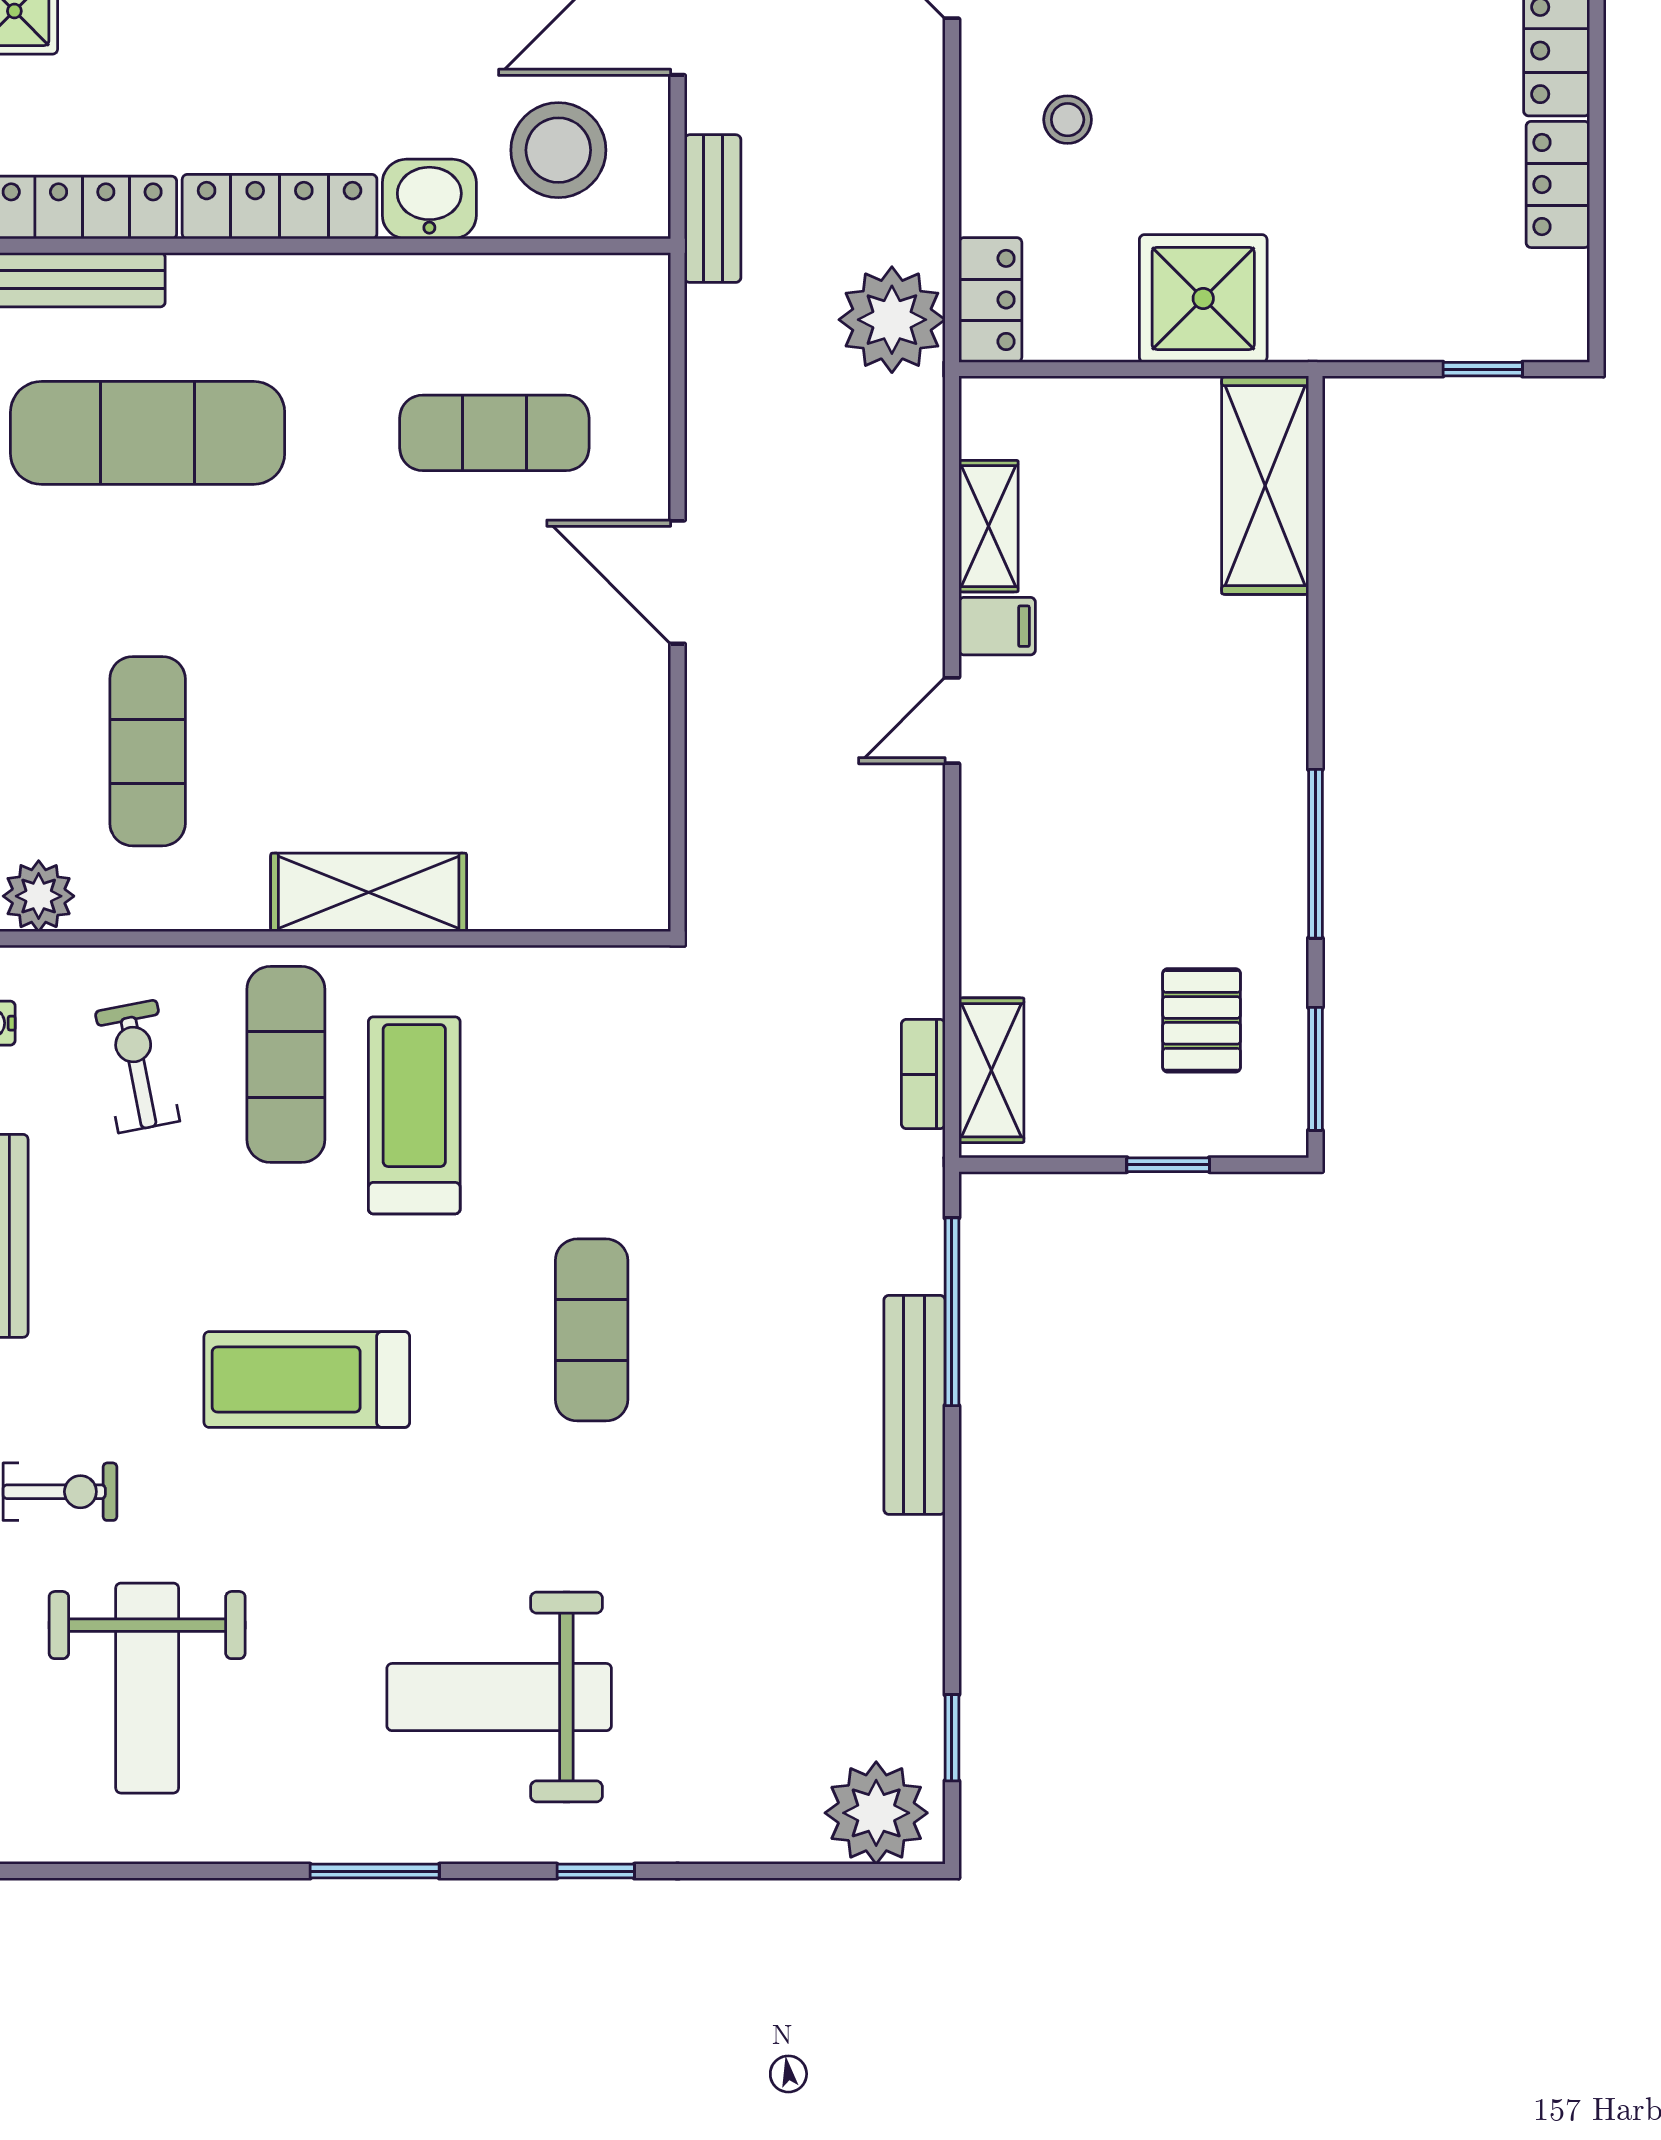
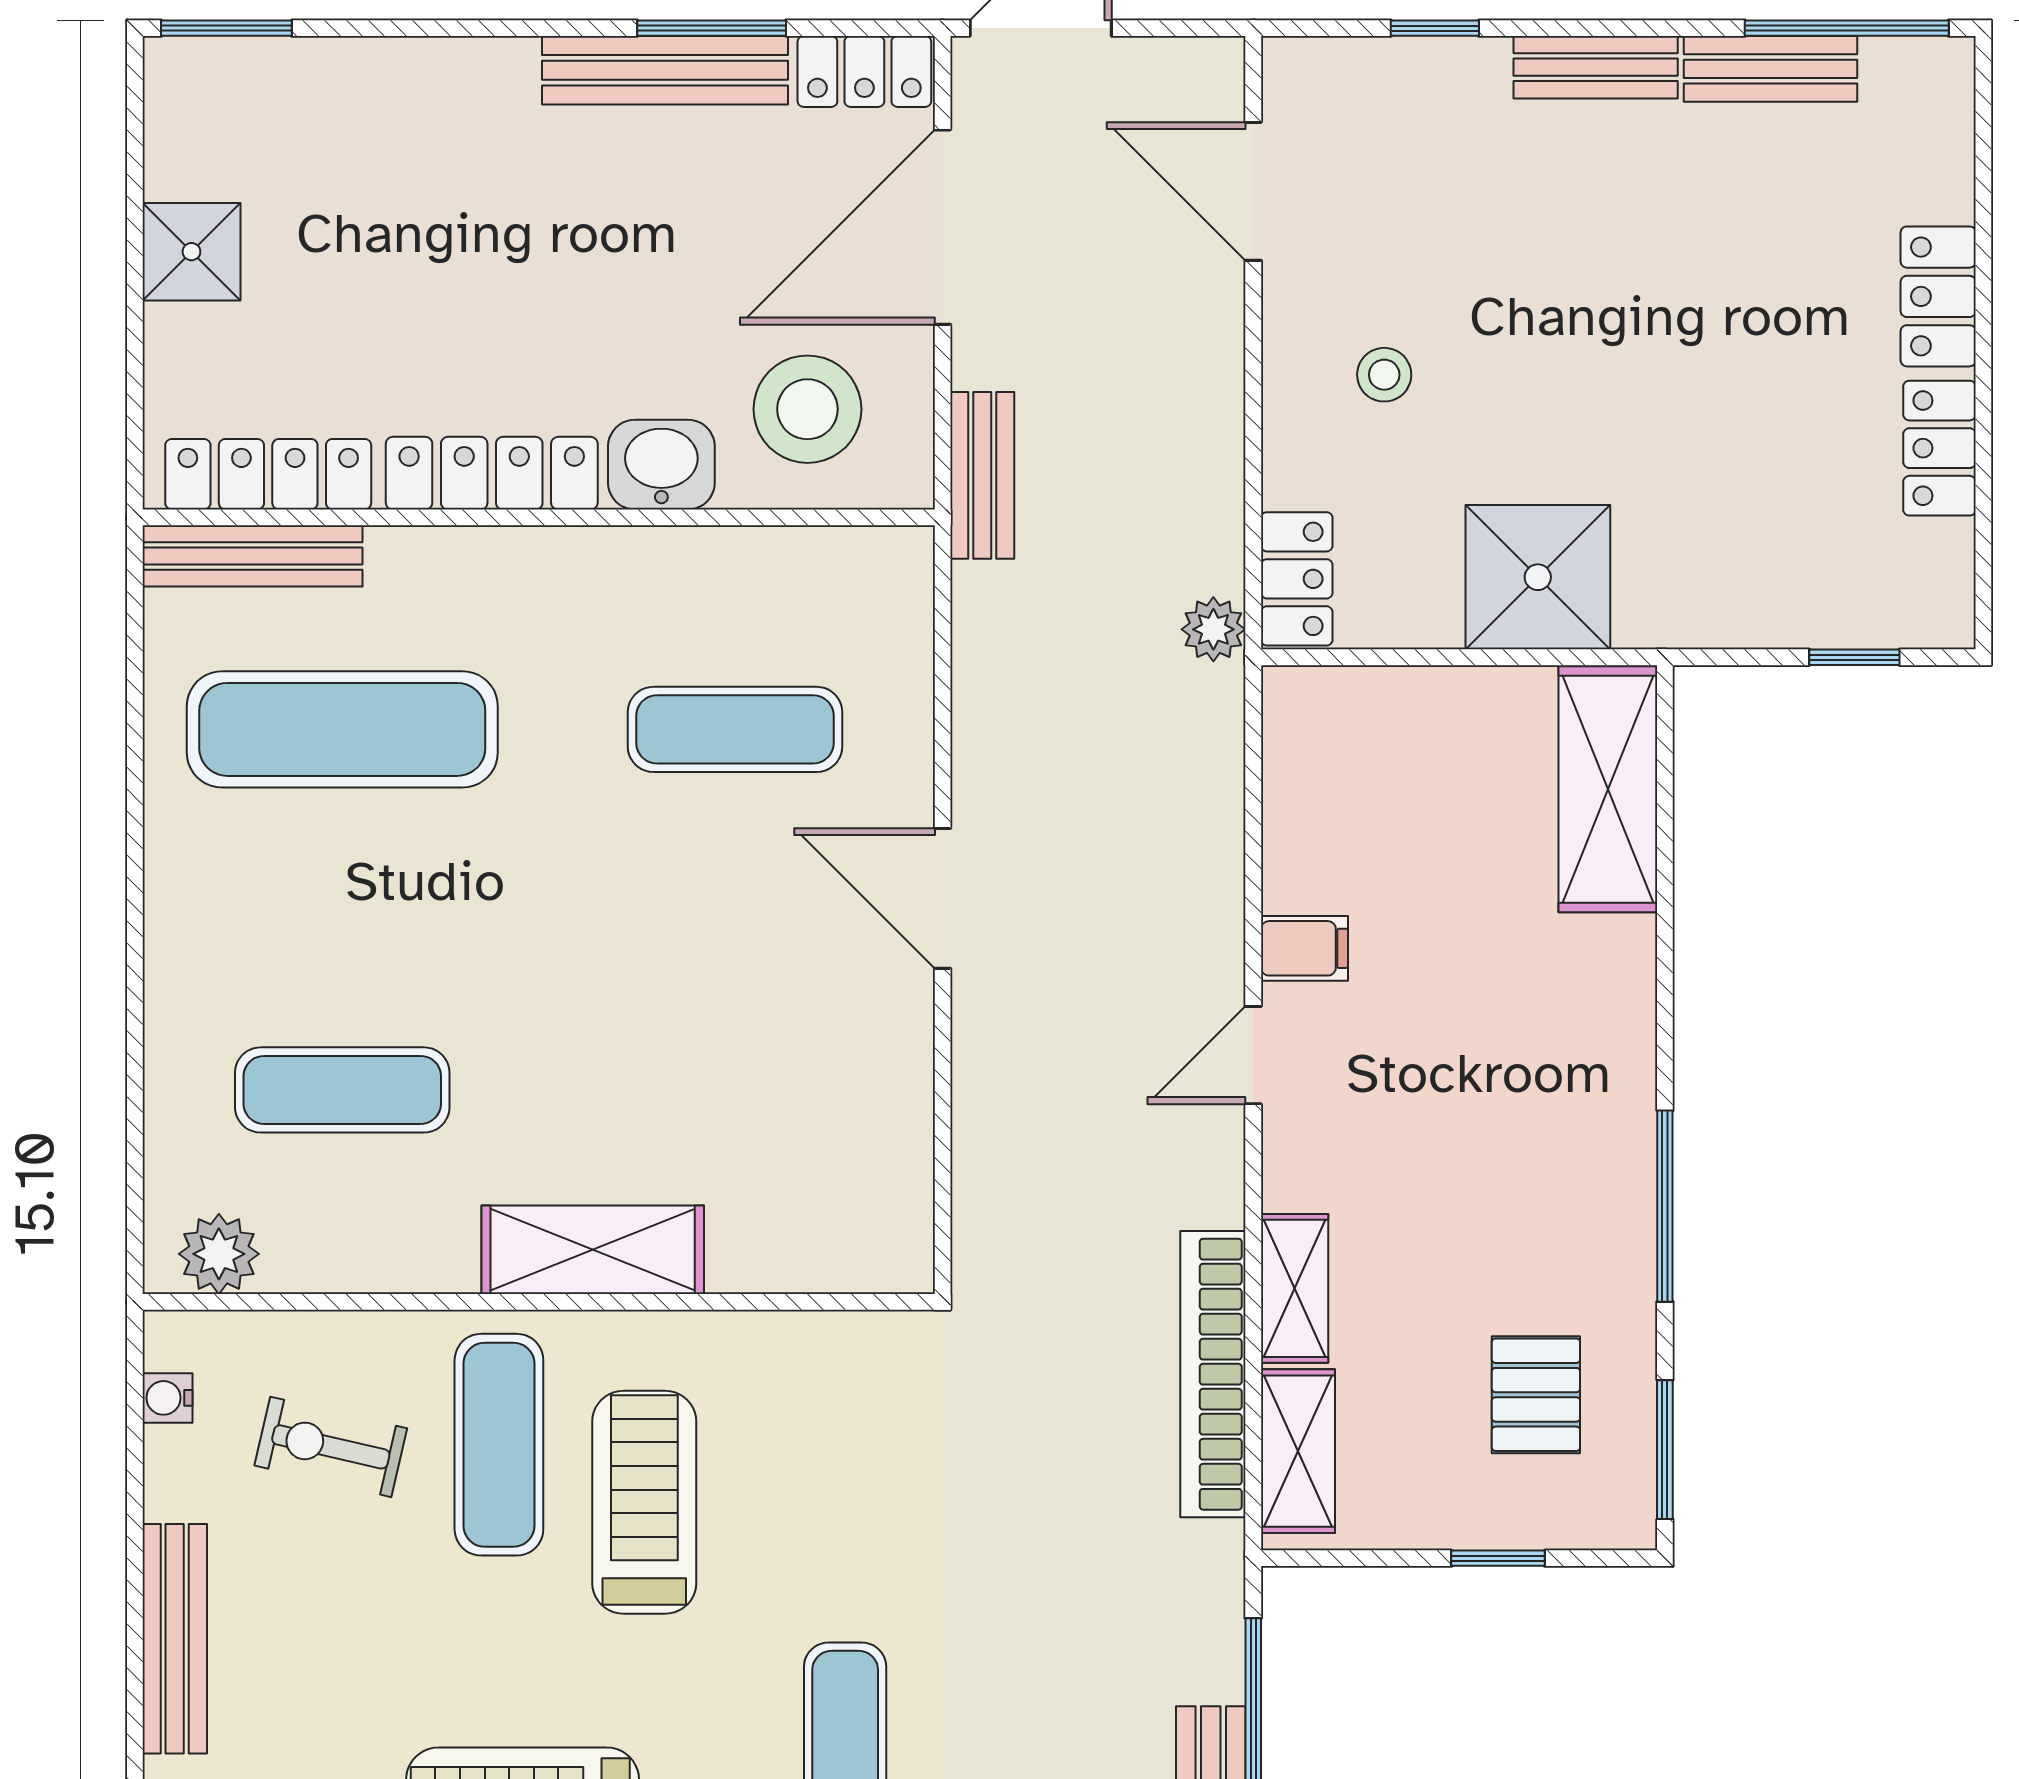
plant: (892, 320) -> (1213, 629), width x0.53, depth x0.53
shelving: (988, 526) -> (1295, 1288), moved
exercise mat: (148, 751) -> (342, 1090), turned 90
exercise bike: (137, 1066) -> (331, 1447), turned -66
bookcase: (923, 1074) -> (1213, 1374), width x2.31, depth x1.31

